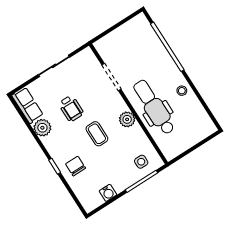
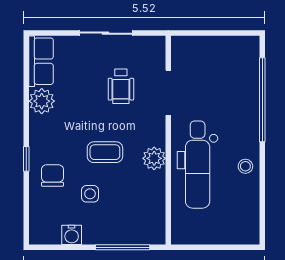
dental chair: (154, 107) -> (198, 165), turned 180
wheelchair: (71, 108) -> (121, 86), moved
coffee table: (97, 134) -> (105, 152), turned 90
side table: (141, 162) -> (90, 194), moved

